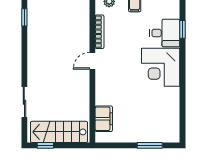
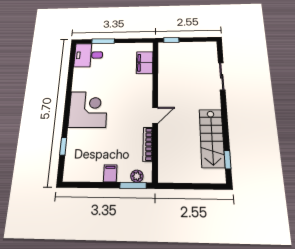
desk: (165, 33) -> (89, 55), moved
stairs: (59, 132) -> (212, 138), moved, turned 90
window: (45, 145) -> (171, 40), moved

